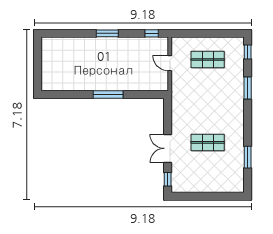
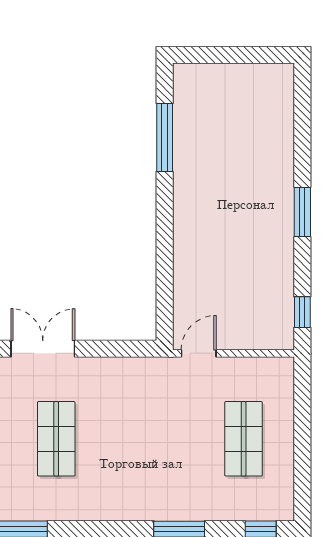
door: (170, 63) -> (199, 353), moved
window: (108, 94) -> (165, 138), moved

